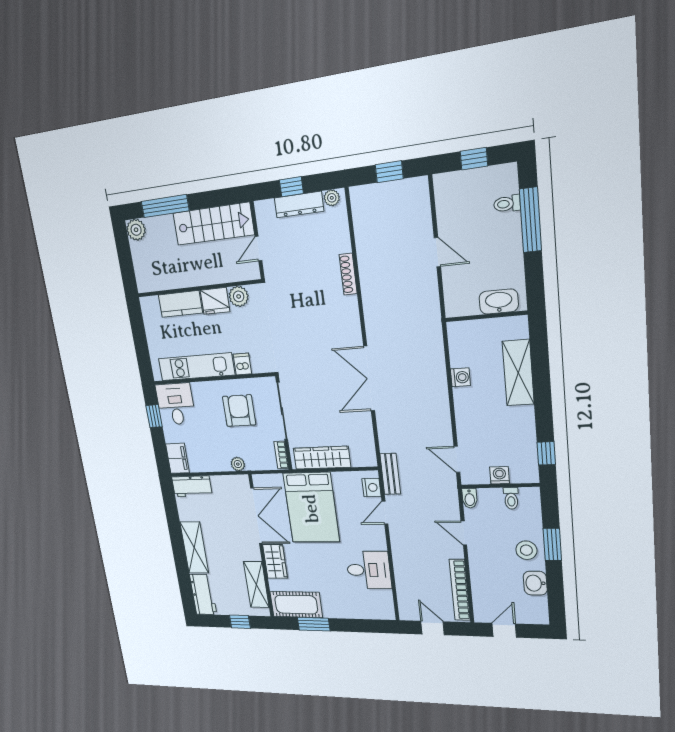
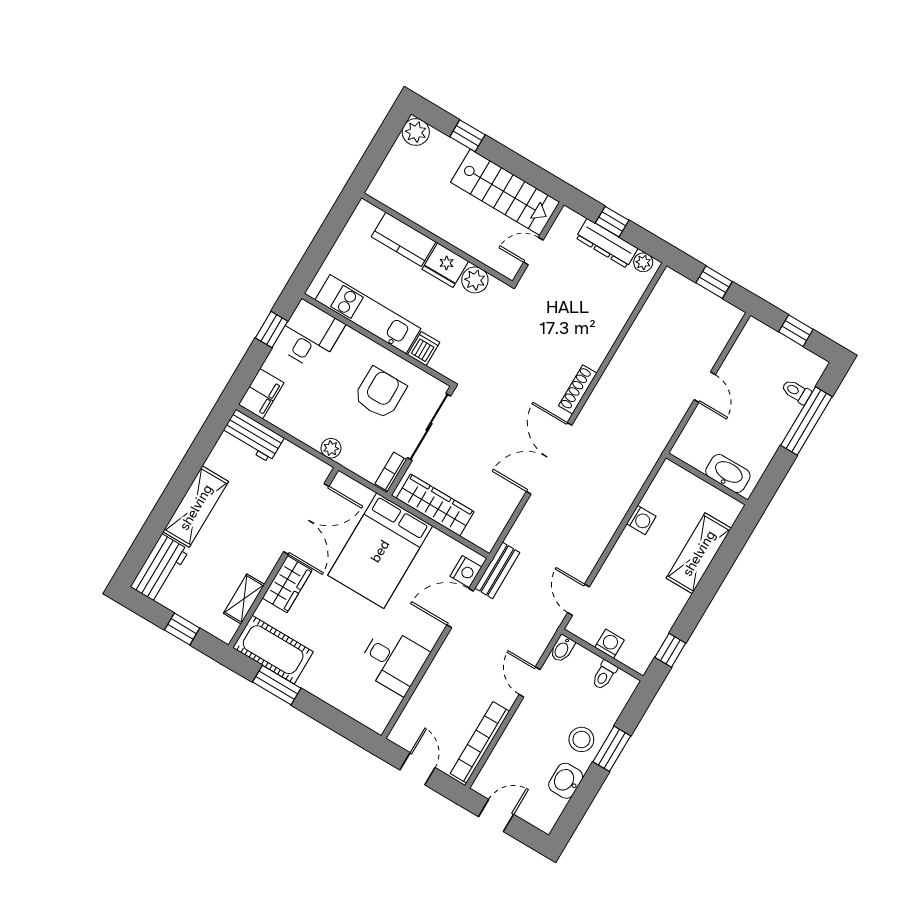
window: (165, 206) -> (467, 136), width x0.46
shoe rack: (348, 274) -> (578, 389), moved
door: (385, 513) -> (460, 608), width x1.38
shelving: (256, 585) -> (244, 599), width x0.67, depth x0.75

